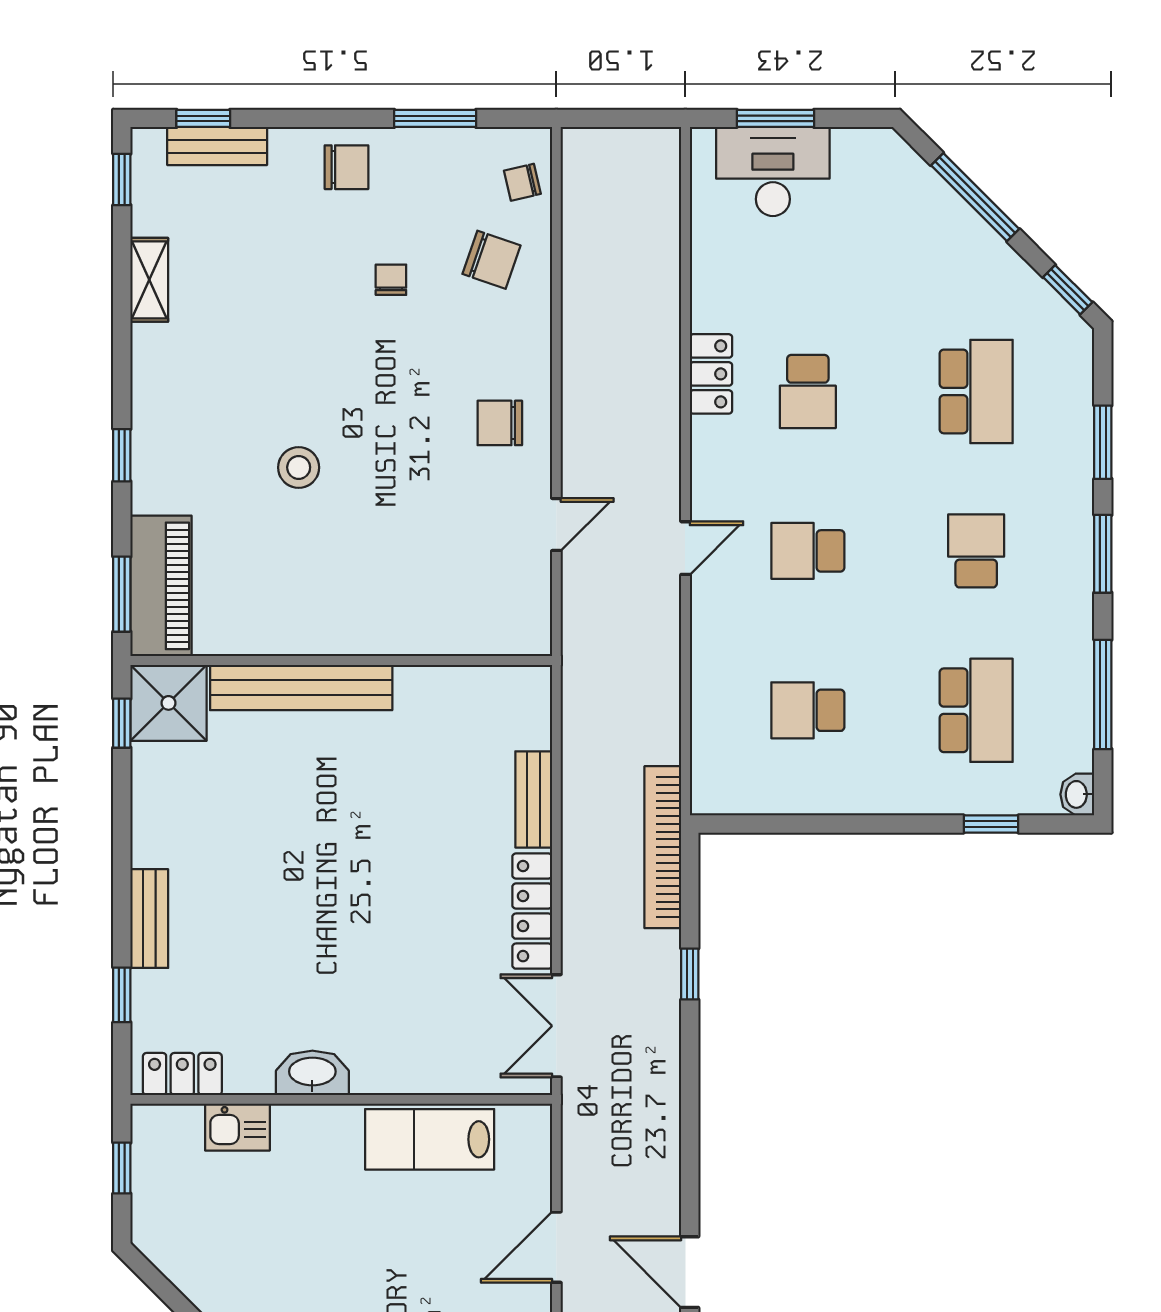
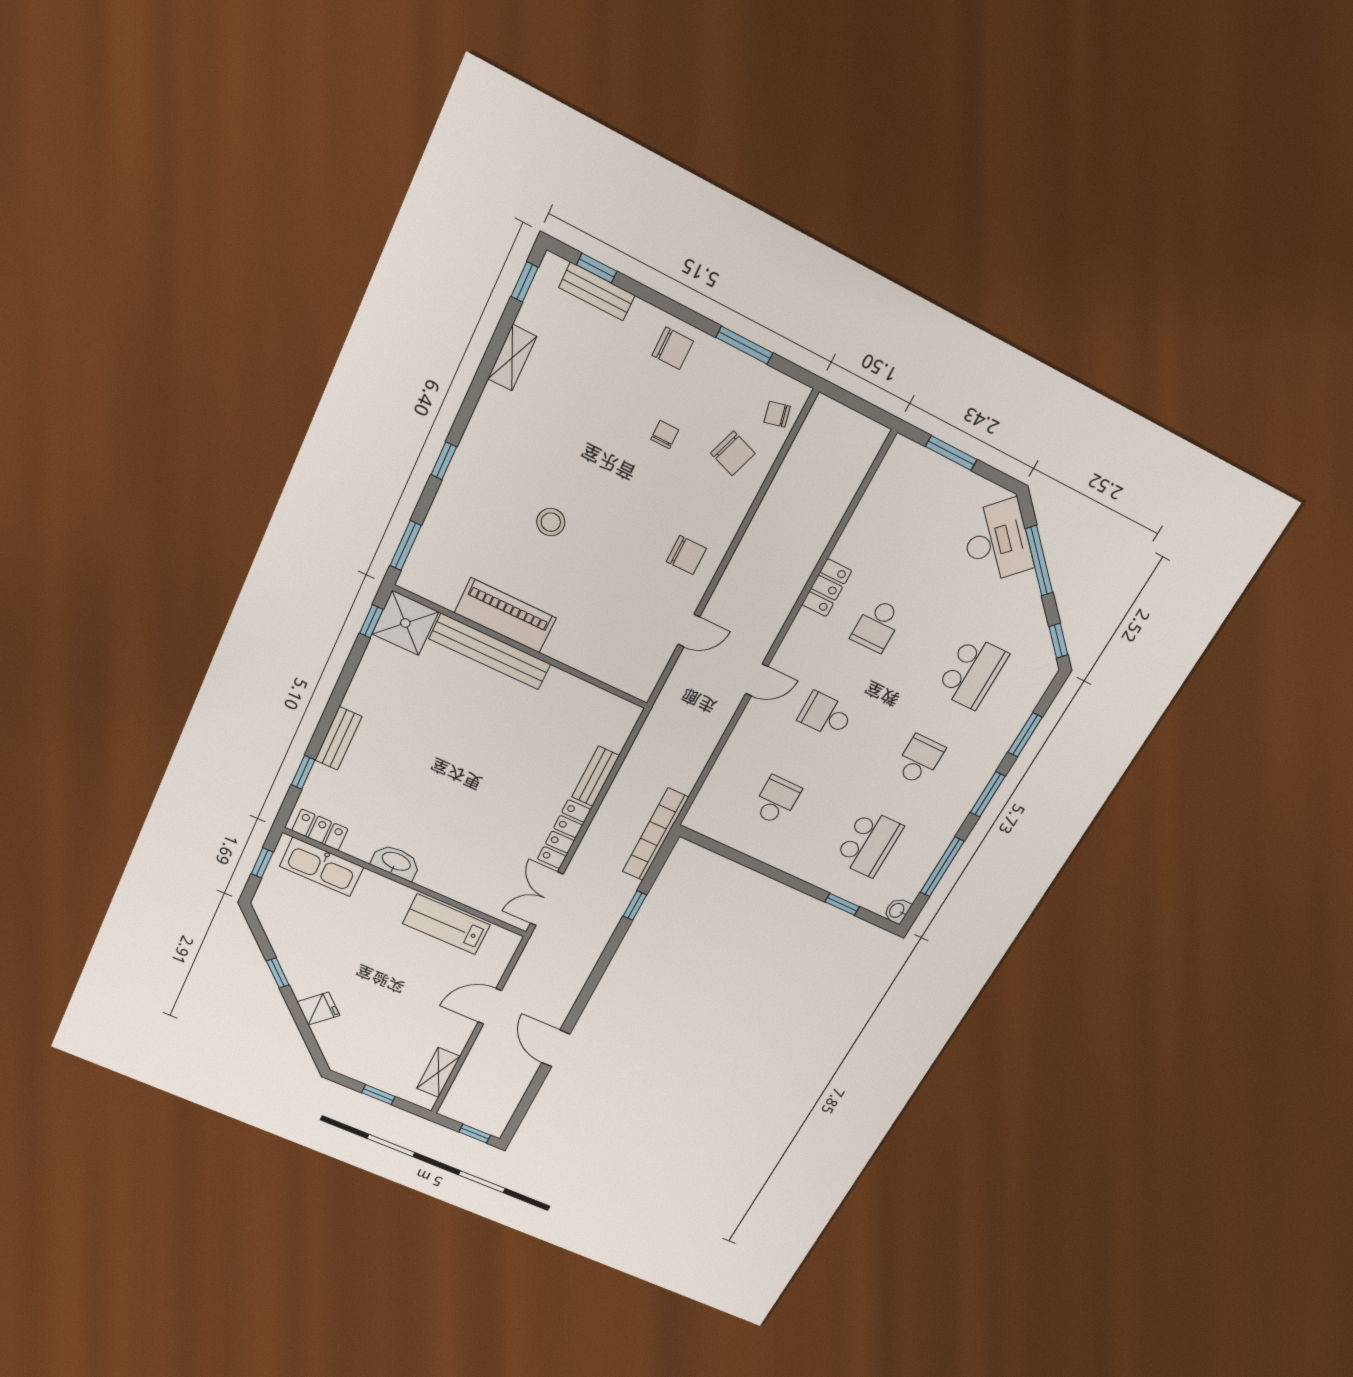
desk: (773, 172) -> (997, 541), moved, turned 45
chair: (500, 423) -> (686, 555), turned 180
piano: (161, 586) -> (505, 615), moved, turned -90
school desk: (808, 710) -> (776, 800), turned 90
kitchen sink: (237, 1127) -> (322, 867), width x1.88, depth x1.24

